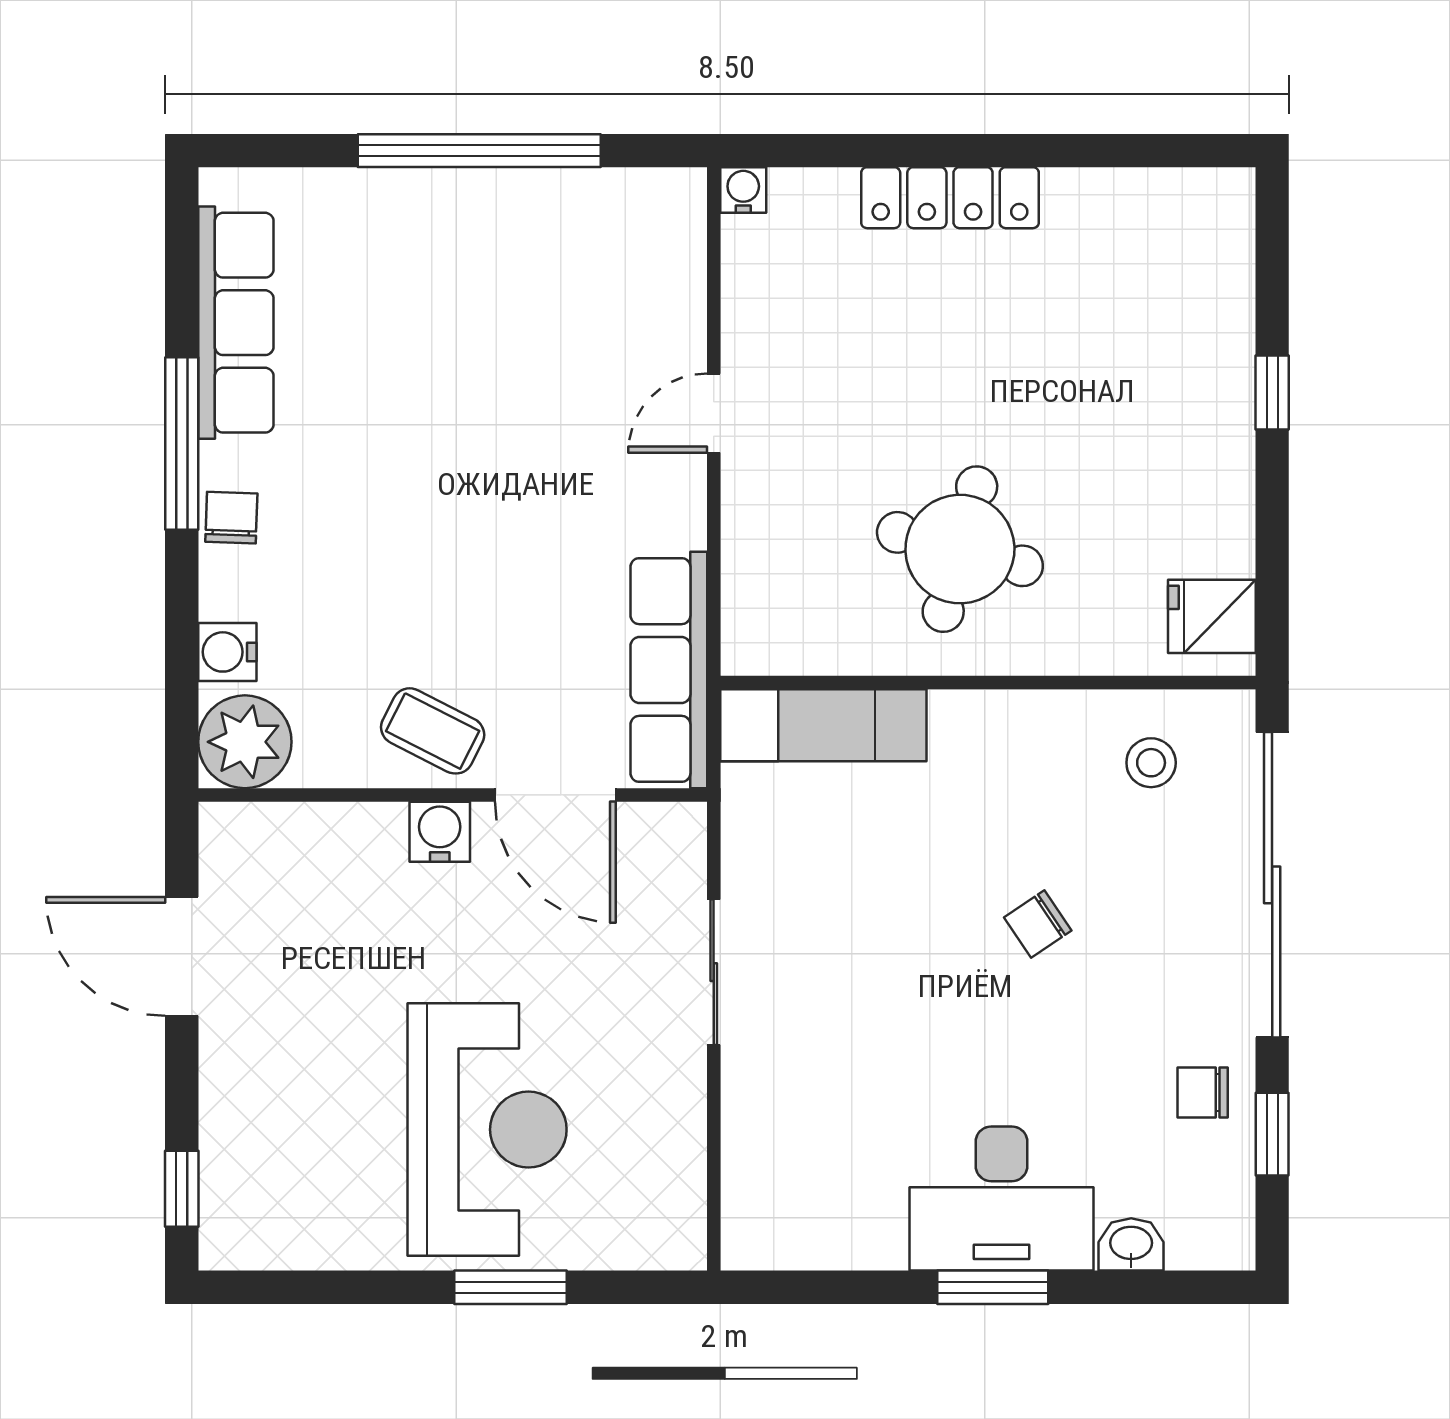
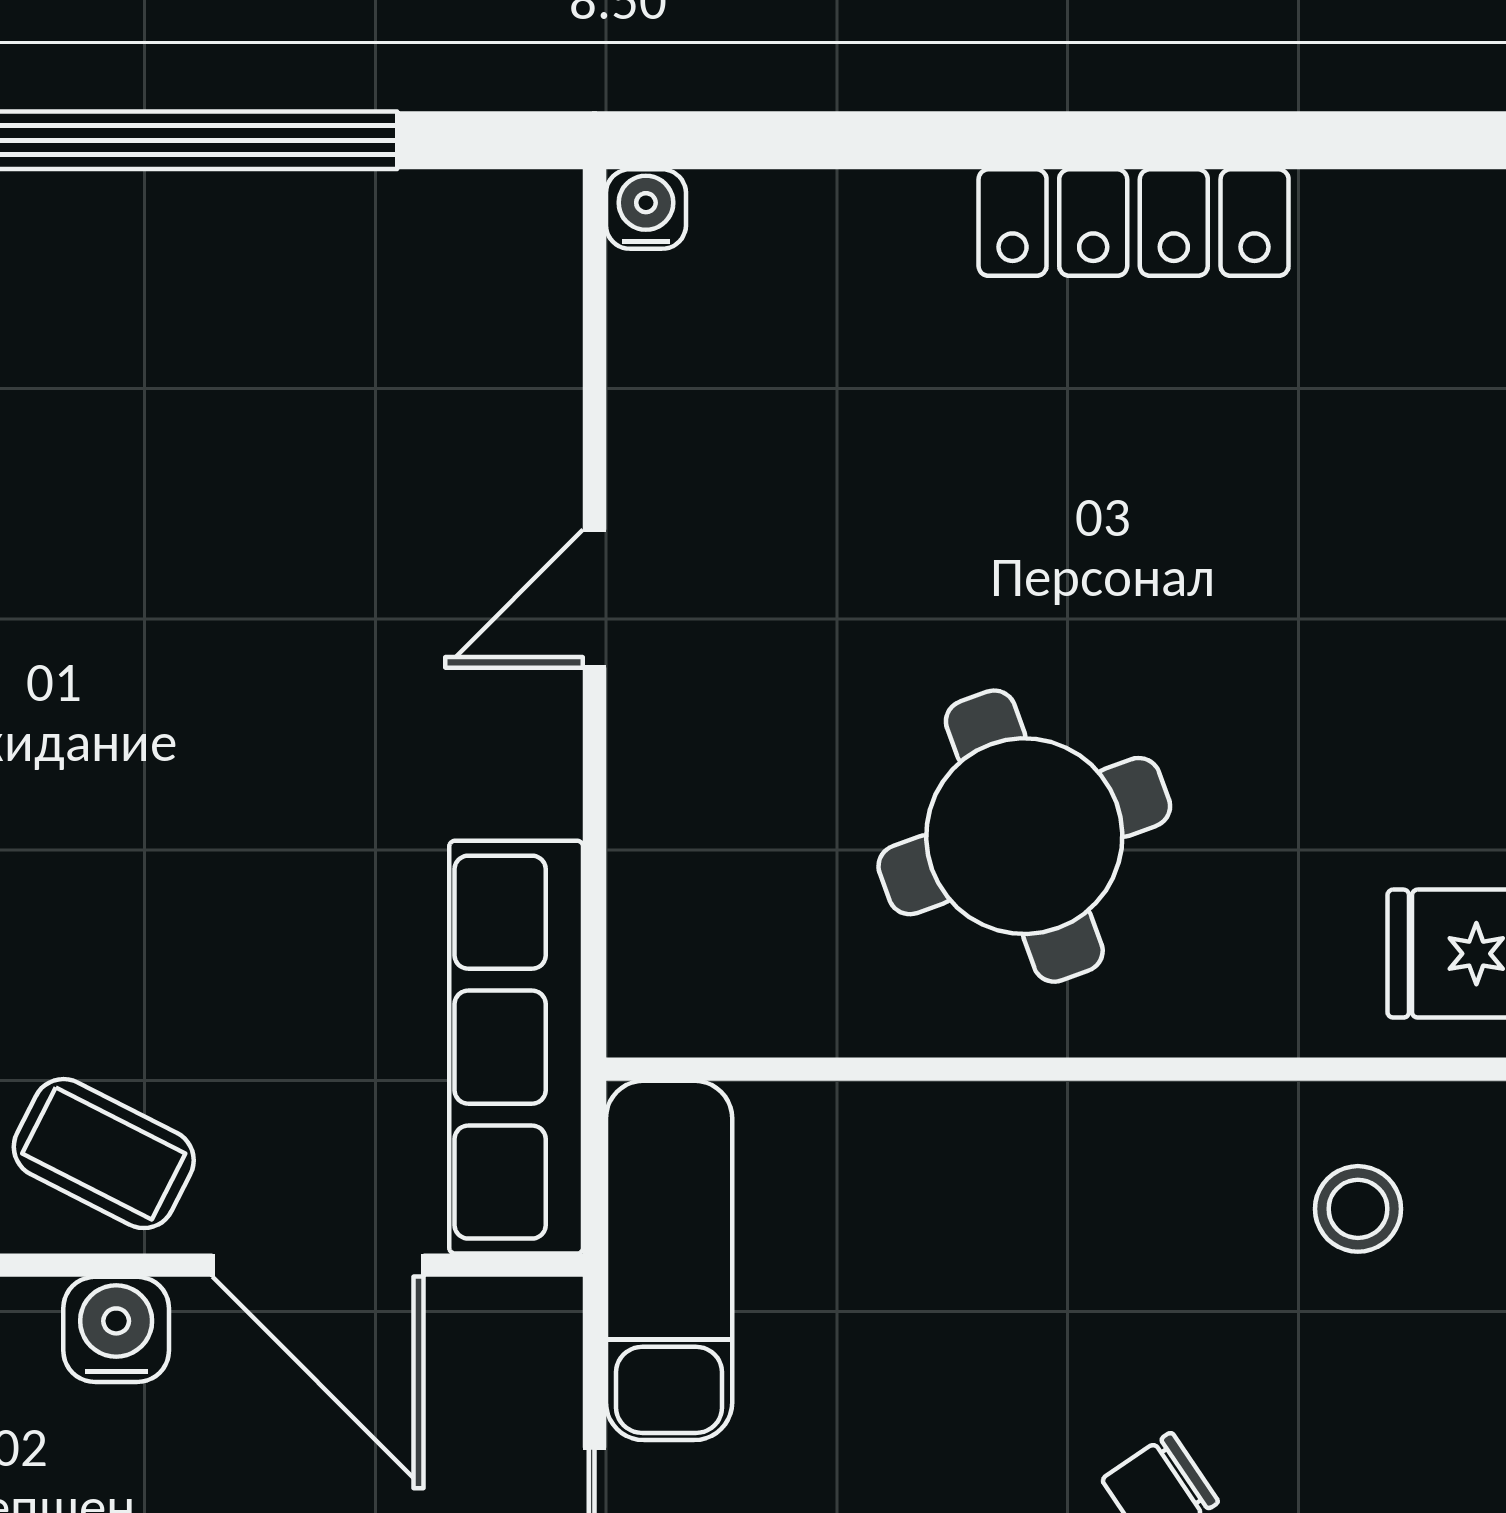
locker: (950, 198) -> (1134, 223), moved
round table: (960, 549) -> (1024, 836), turned -35
exam couch: (823, 725) -> (669, 1260), moved, turned -90

